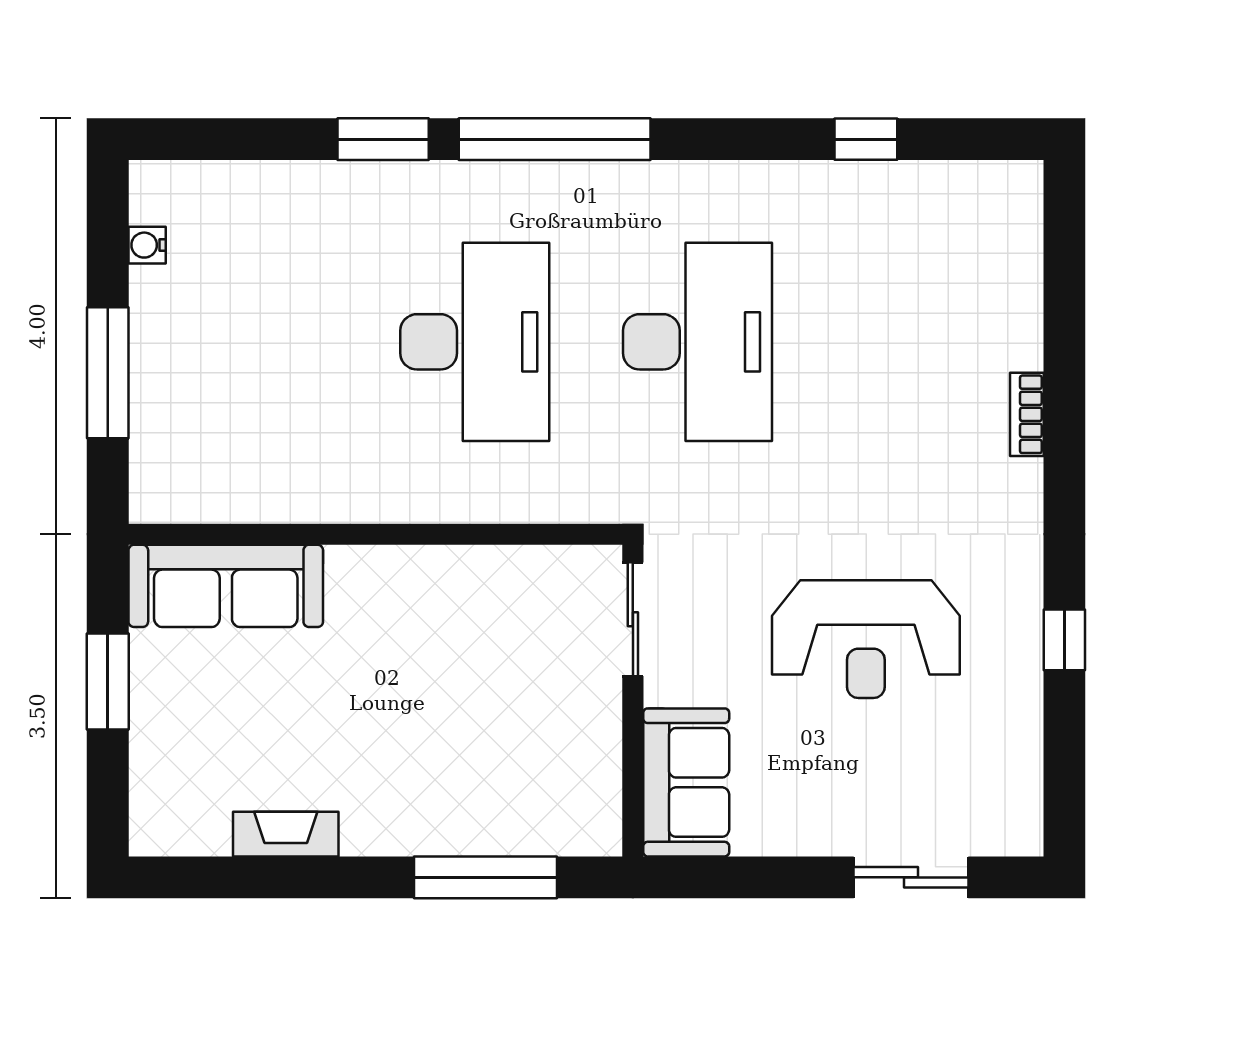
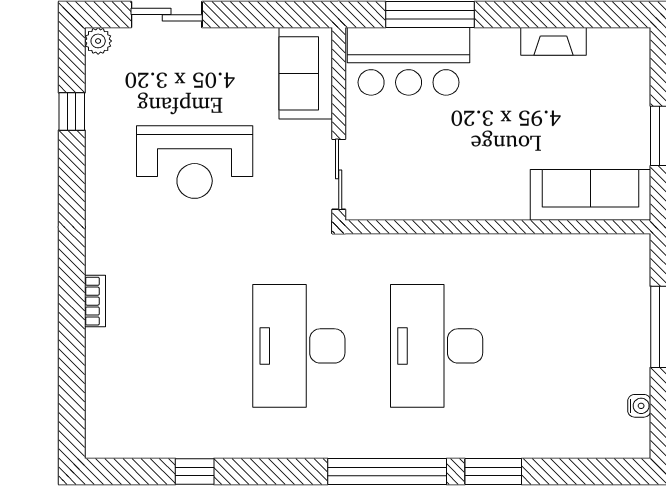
reception desk: (866, 639) -> (195, 162), turned 180
window: (1064, 640) -> (72, 112), moved
bar counter: (520, 802) -> (409, 61), added
plant: (1022, 835) -> (98, 41), added

